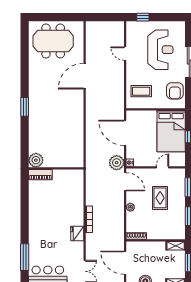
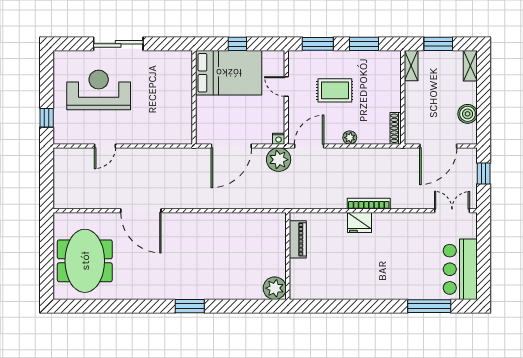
coffee table: (141, 91) -> (165, 120), removed
armchair: (175, 91) -> (164, 67), removed
piano: (40, 175) -> (298, 239), moved
fridge: (77, 233) -> (360, 222), moved

